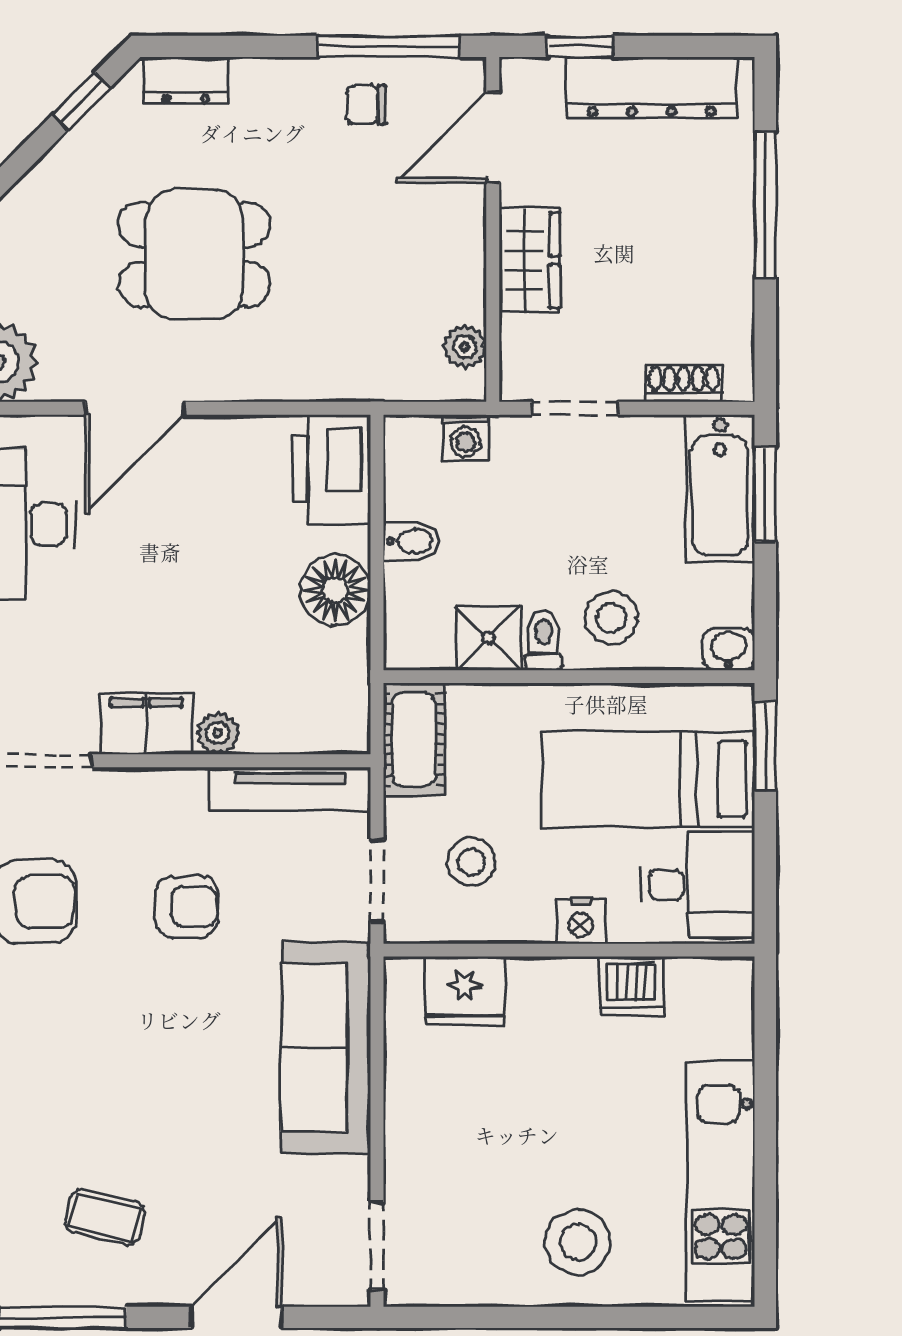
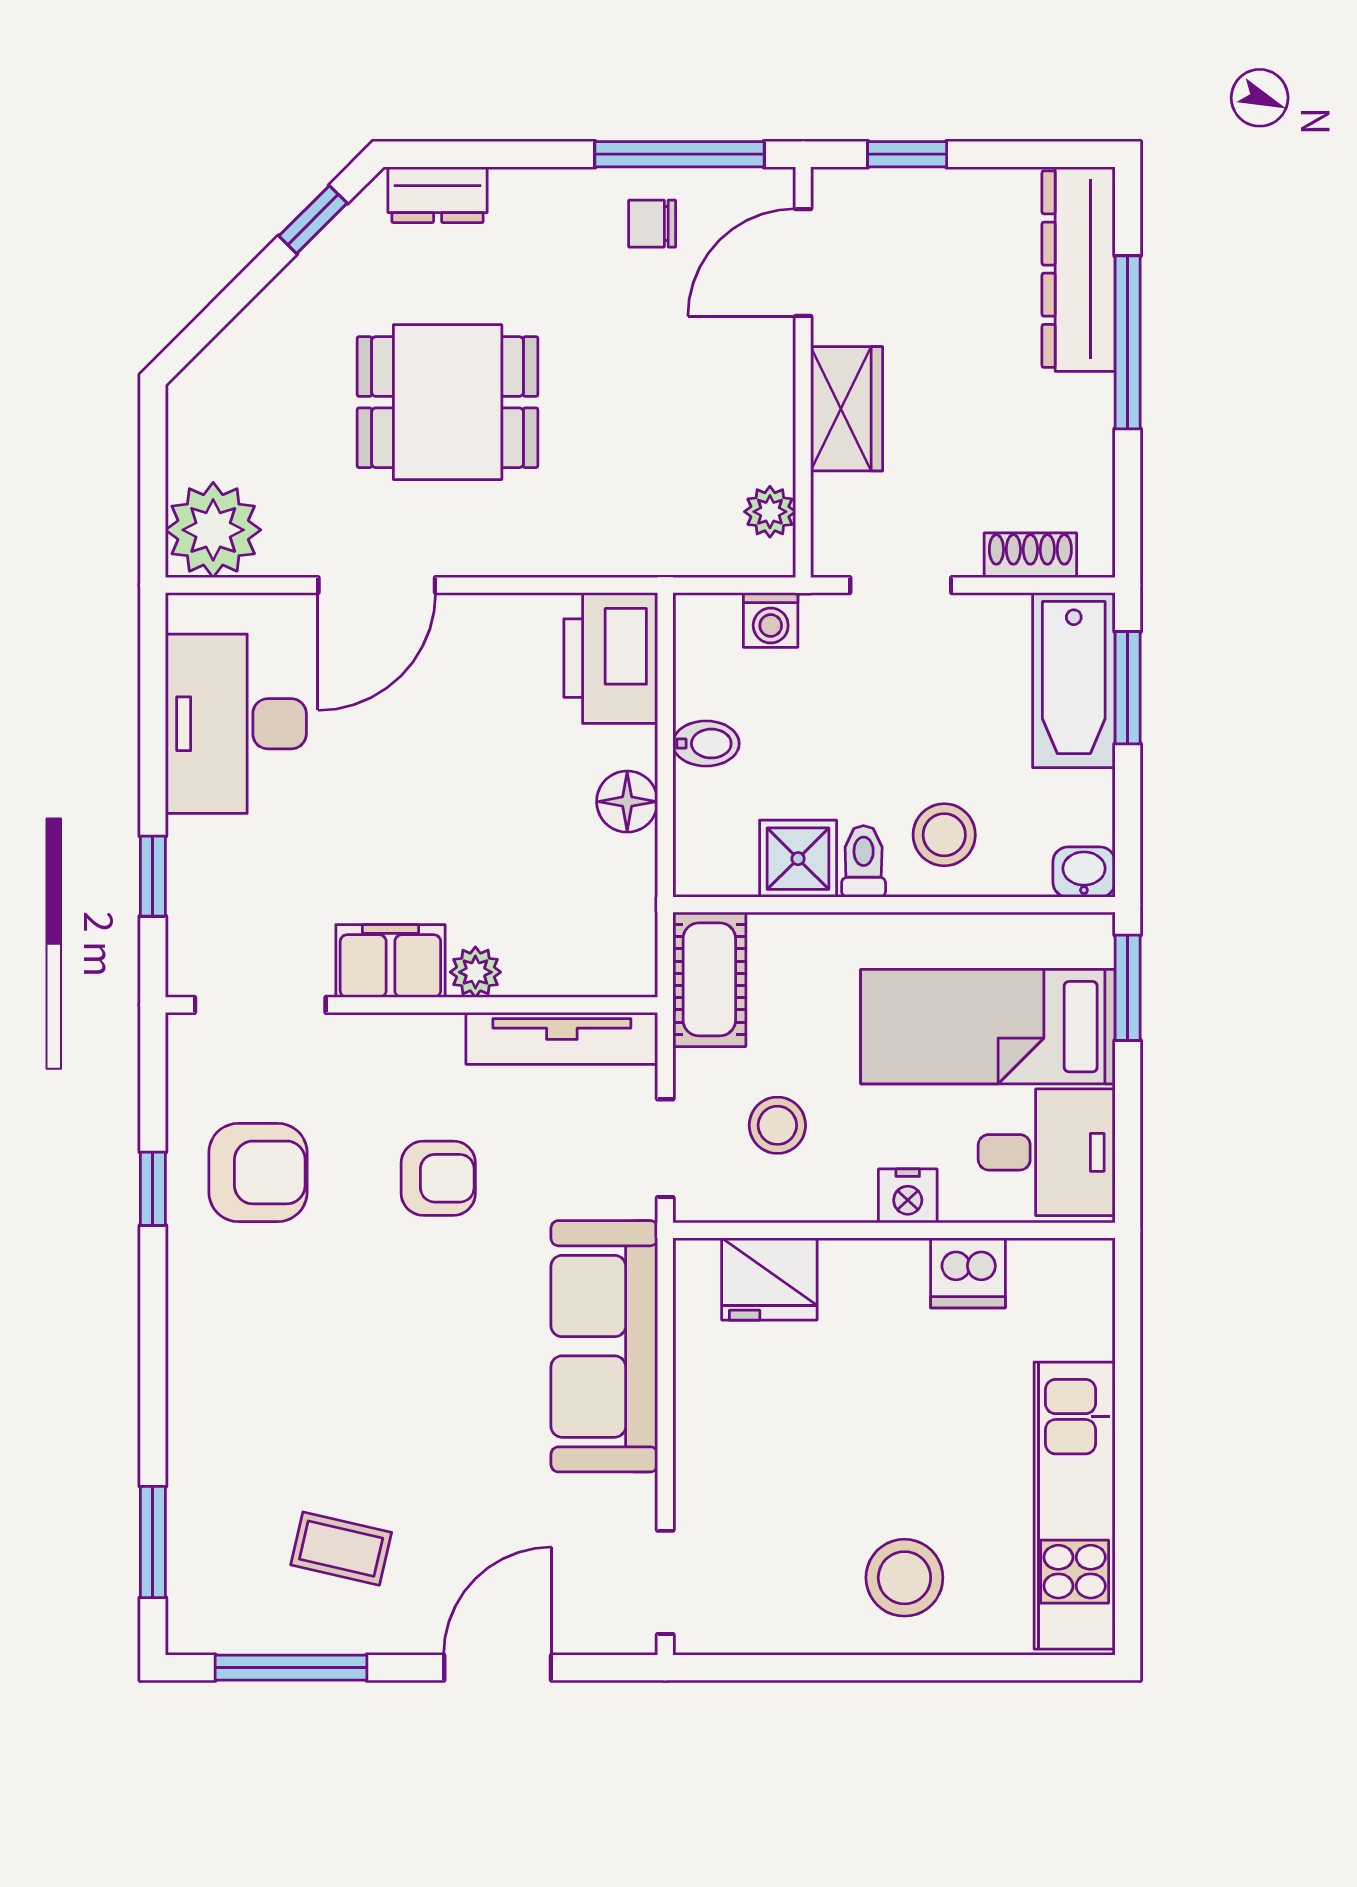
dresser: (652, 88) -> (1079, 269), moved, turned 90
floor lamp: (335, 590) -> (627, 802), width x0.73, depth x0.73

